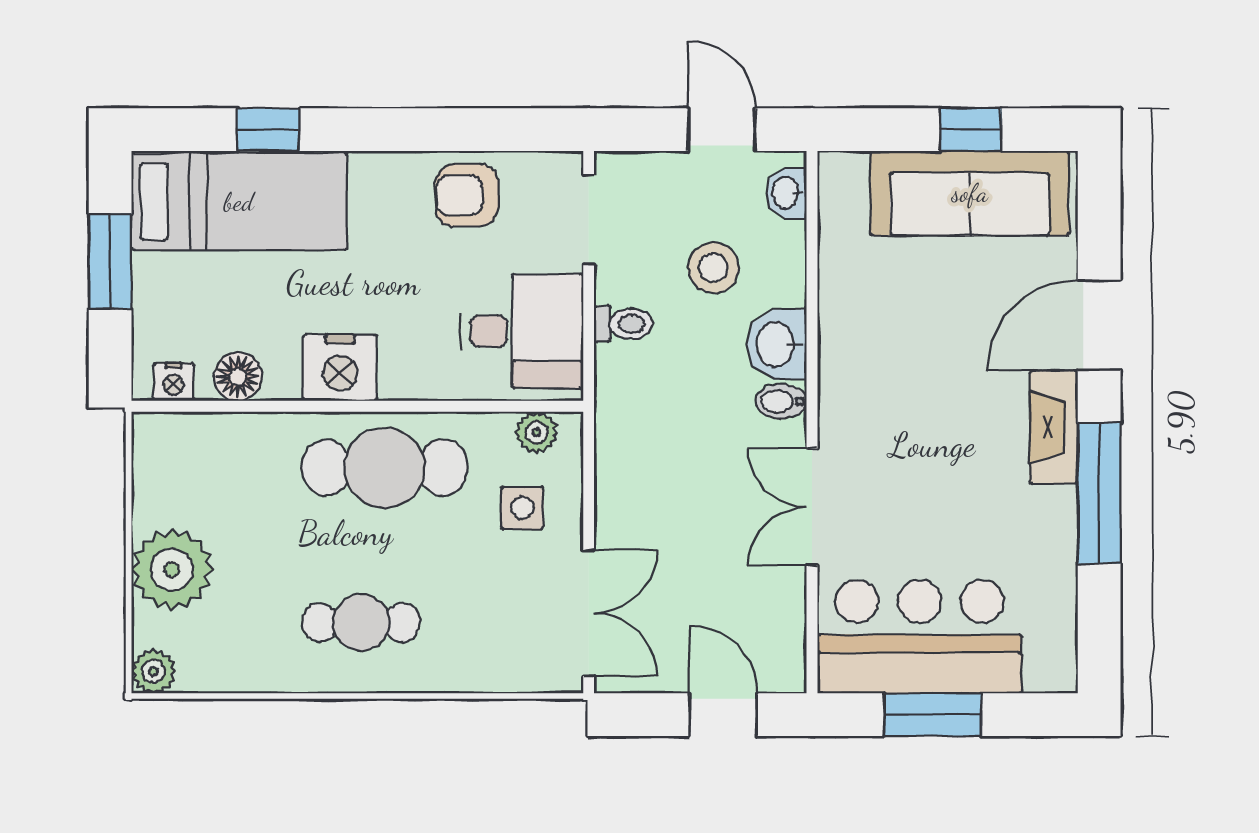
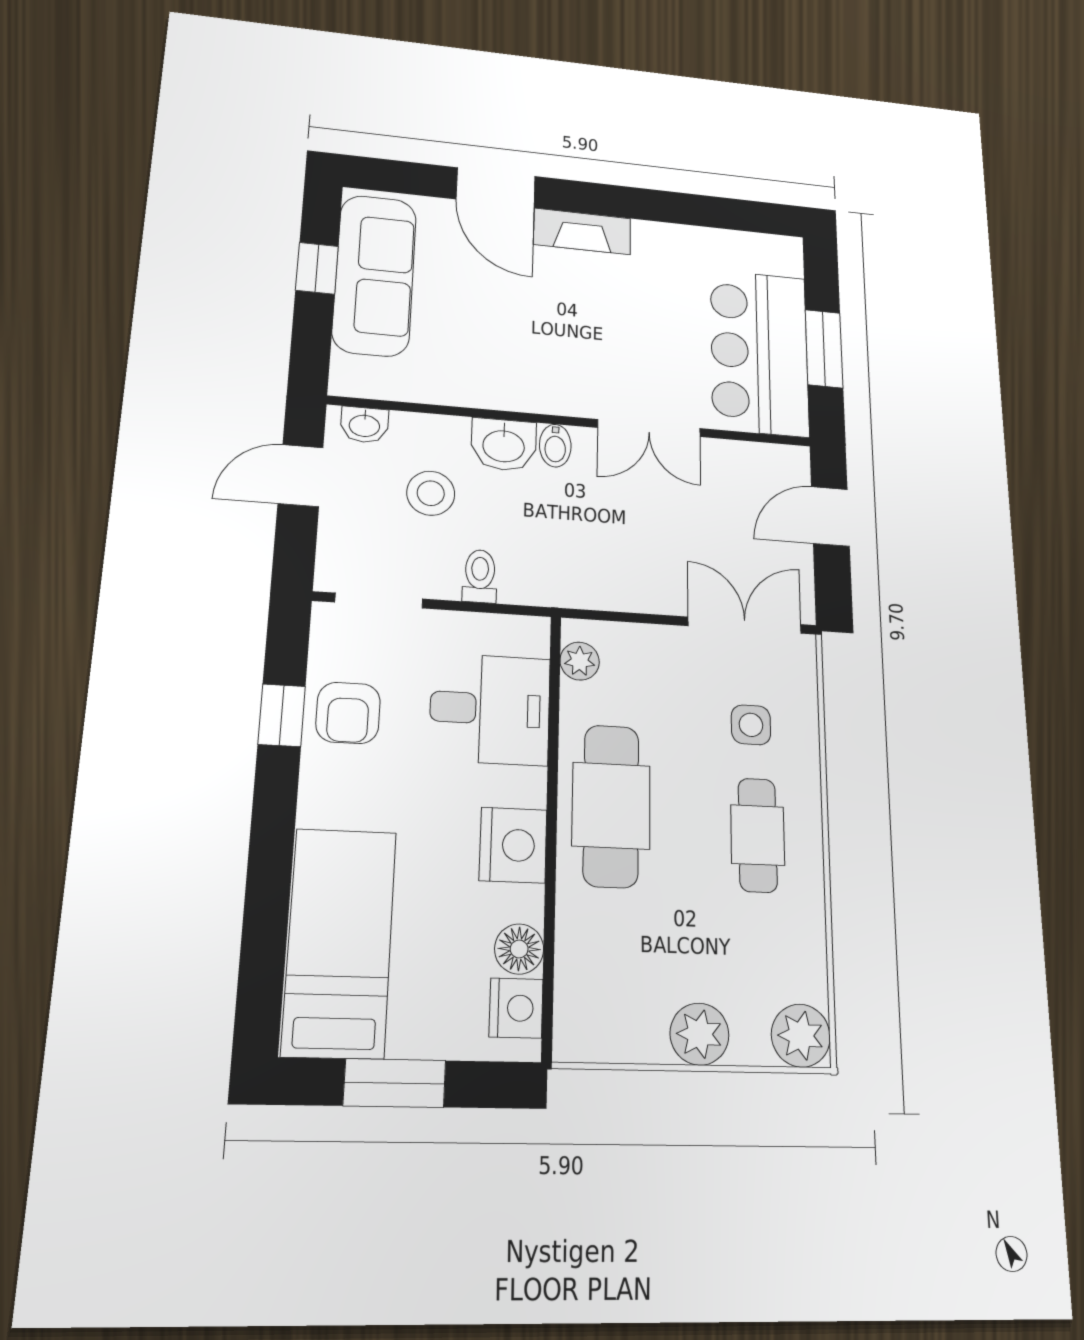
window: (268, 130) -> (282, 715), moved
desk: (522, 331) -> (490, 709), moved, turned 90
nightstand: (174, 382) -> (516, 1008), width x1.39, depth x1.35
window: (1099, 493) -> (638, 204), removed
side table: (522, 508) -> (751, 725), moved
plant: (172, 570) -> (699, 1034), width x0.73, depth x0.73
plant: (153, 671) -> (801, 1036), width x1.38, depth x1.38

